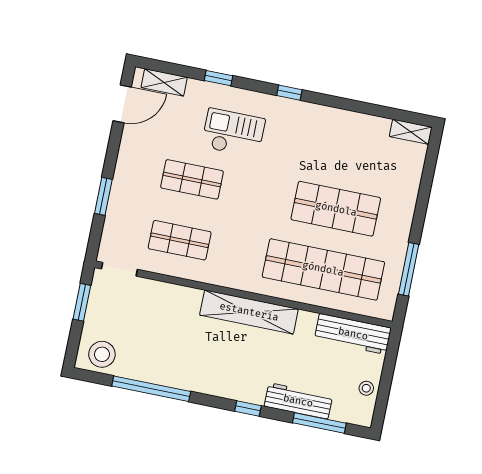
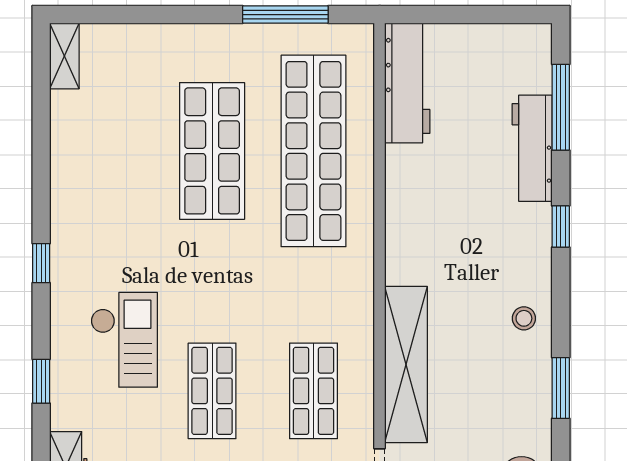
checkout: (233, 133) -> (124, 340), turned 180
shelving: (249, 312) -> (406, 365), moved
stool: (366, 388) -> (524, 318), moved
window: (151, 389) -> (561, 388), width x0.47

